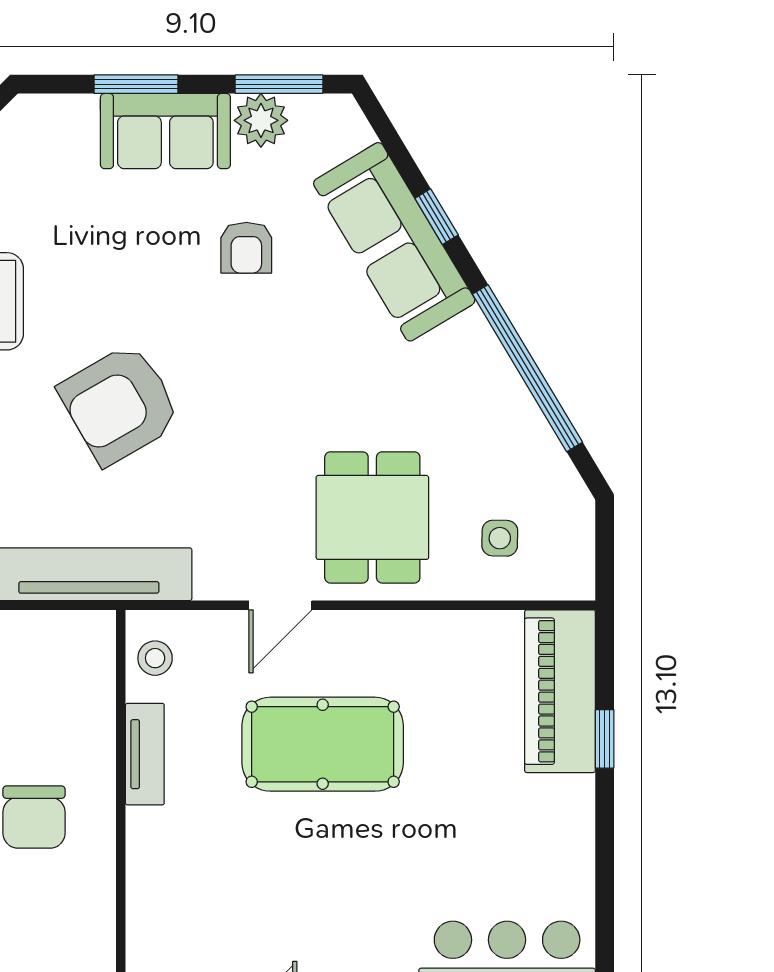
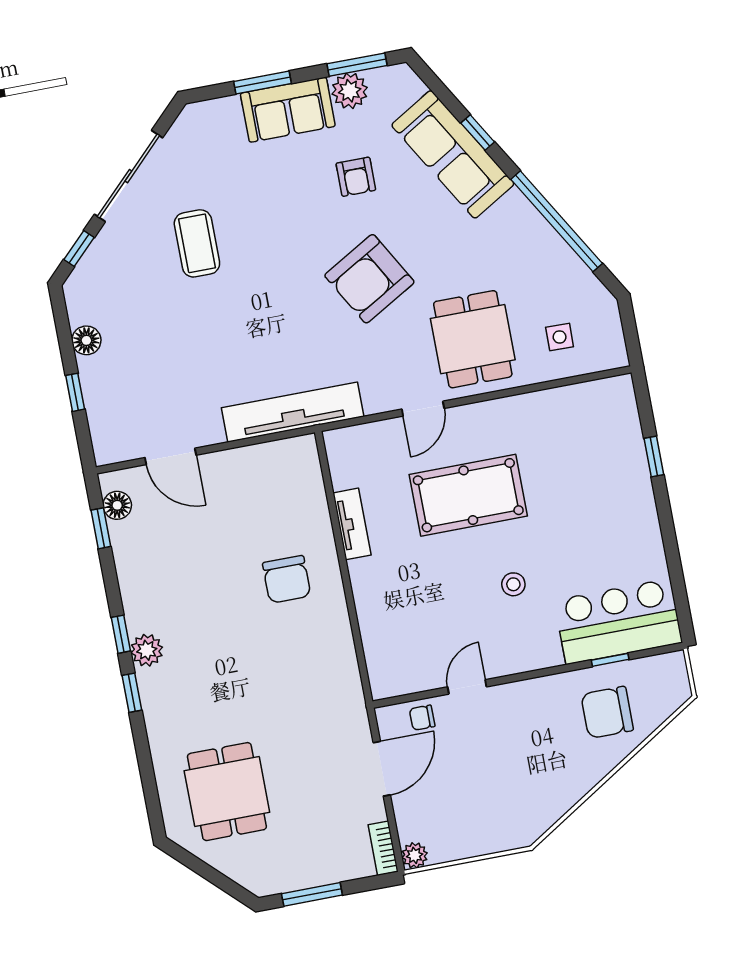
armchair: (120, 404) -> (369, 279), moved
stool: (155, 658) -> (513, 584), moved
piano: (560, 691) -> (618, 431), removed

